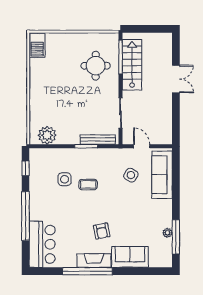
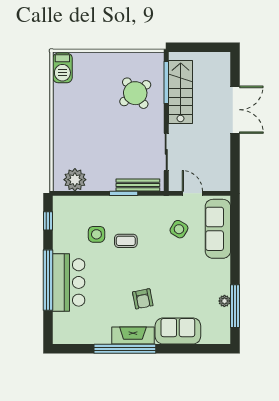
round table: (96, 66) -> (135, 93), turned -37
double door: (176, 79) -> (235, 110), width x1.37
bar counter: (42, 244) -> (69, 282), moved

